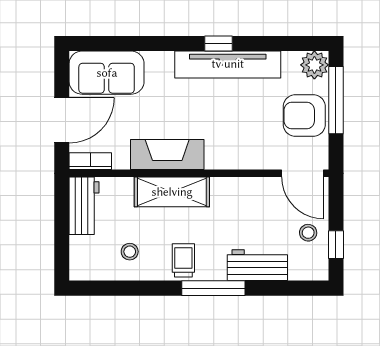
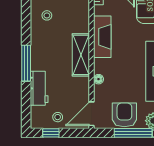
floor lamp: (242, 161) -> (99, 79), added
shelving: (172, 192) -> (81, 55), moved
trolley: (183, 260) -> (42, 46), removed

